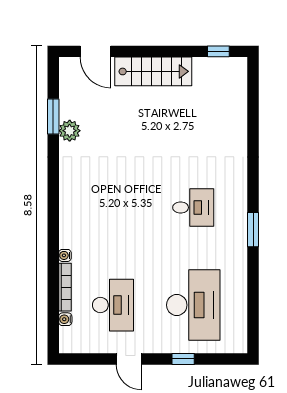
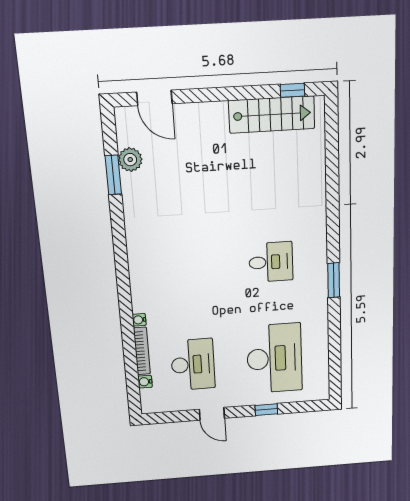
stairs: (153, 71) -> (272, 115), moved
plant: (70, 131) -> (130, 160), moved

